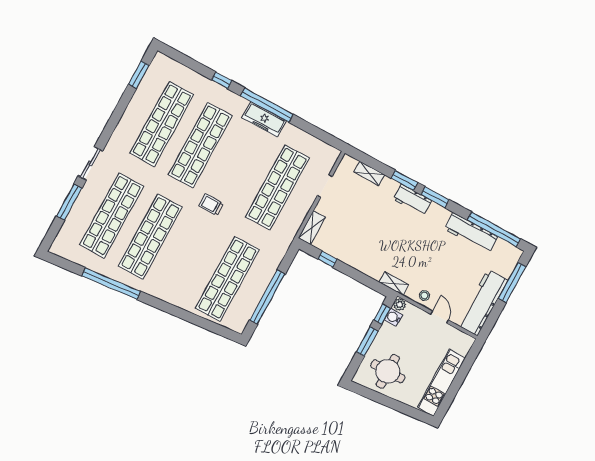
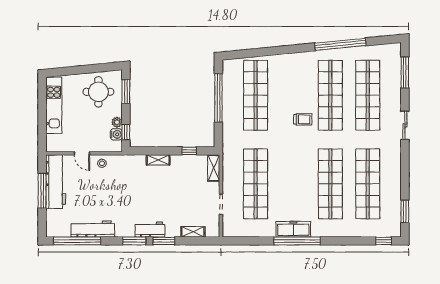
window: (222, 80) -> (384, 241), moved
window: (69, 202) -> (405, 73), moved
trolley: (211, 205) -> (303, 119), moved
window: (512, 282) -> (42, 191), moved
shelving: (394, 283) -> (158, 160), moved
plant: (400, 304) -> (117, 122), moved
window: (367, 341) -> (126, 92), moved

